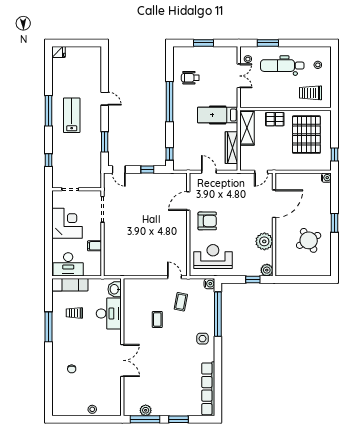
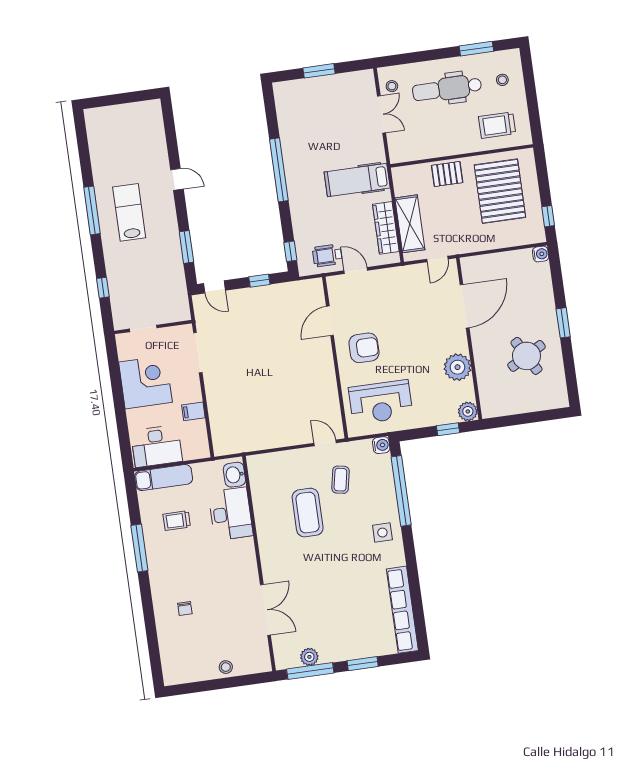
window: (268, 43) -> (476, 49), moved
fridge: (59, 52) -> (95, 117), removed
wheelchair: (190, 78) -> (327, 256), moved
shelving: (247, 128) -> (410, 224), moved
reception desk: (213, 257) -> (381, 402), turned 180
coffee table: (157, 319) -> (308, 513), width x1.86, depth x1.72
double door: (122, 360) -> (265, 610), moved

